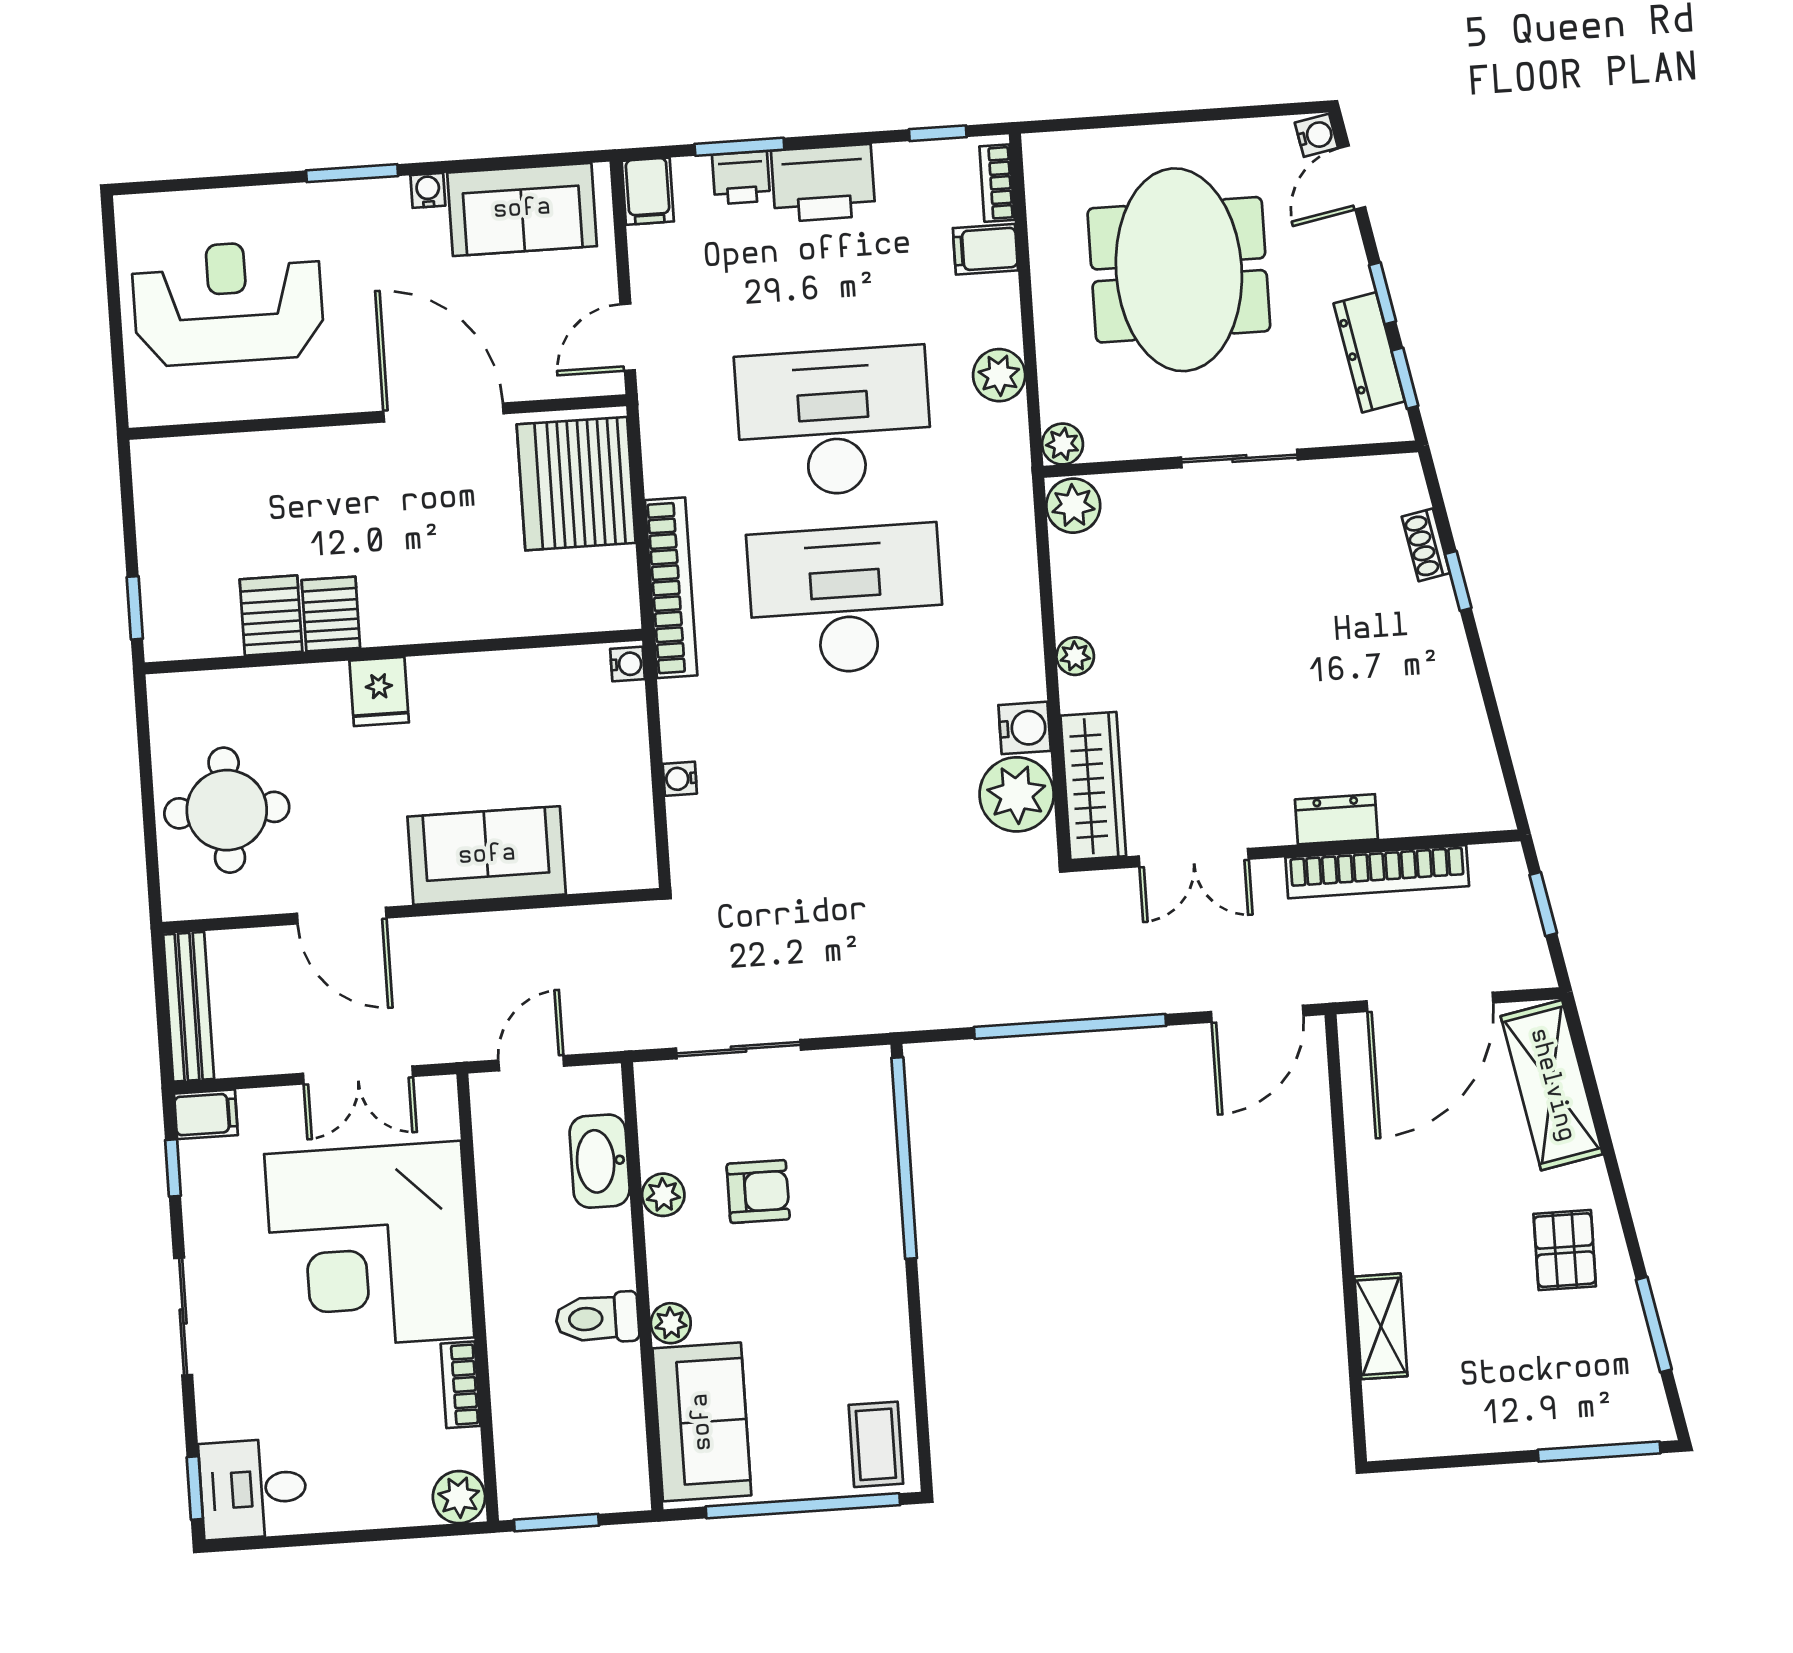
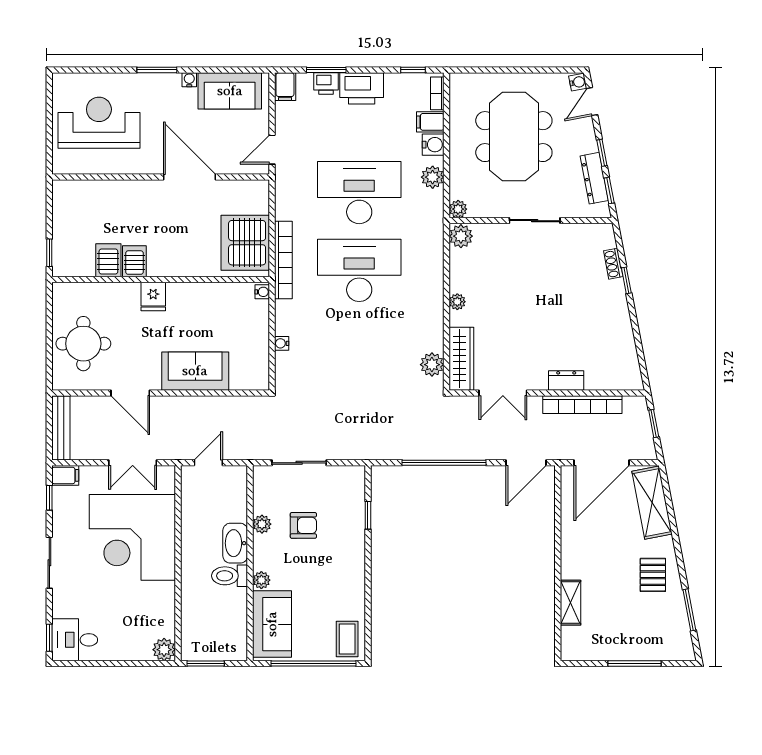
server rack: (576, 484) -> (245, 243), moved
water cooler: (1025, 728) -> (433, 145), moved
plant: (1017, 794) -> (432, 365), width x0.73, depth x0.73
window: (904, 1158) -> (368, 515), width x0.32
washbasin: (600, 1161) -> (235, 543), moved
bookcase: (461, 1385) -> (168, 601), removed
window: (1599, 1452) -> (634, 664), moved

